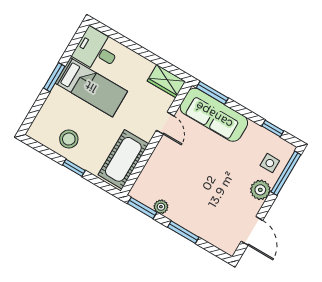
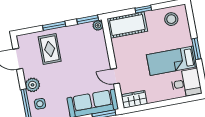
stool: (69, 139) -> (171, 19), moved
cot: (123, 159) -> (127, 25), moved, turned 90
plant: (161, 207) -> (98, 25), moved
rug: (209, 212) -> (50, 49), added

